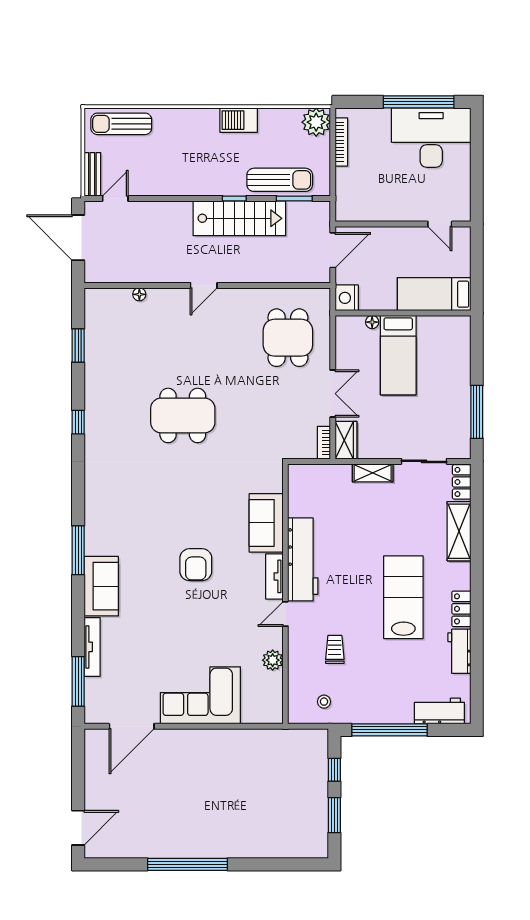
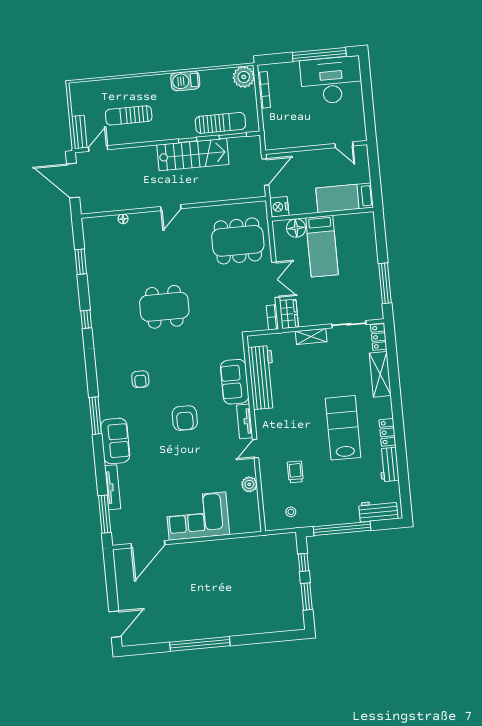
sun lounger: (121, 124) -> (129, 115), moved
floor lamp: (372, 322) -> (296, 228), width x1.89, depth x1.89
dining table: (288, 338) -> (238, 241), width x1.38
armchair: (142, 508) -> (140, 379), added
workbench: (303, 559) -> (262, 378), moved

